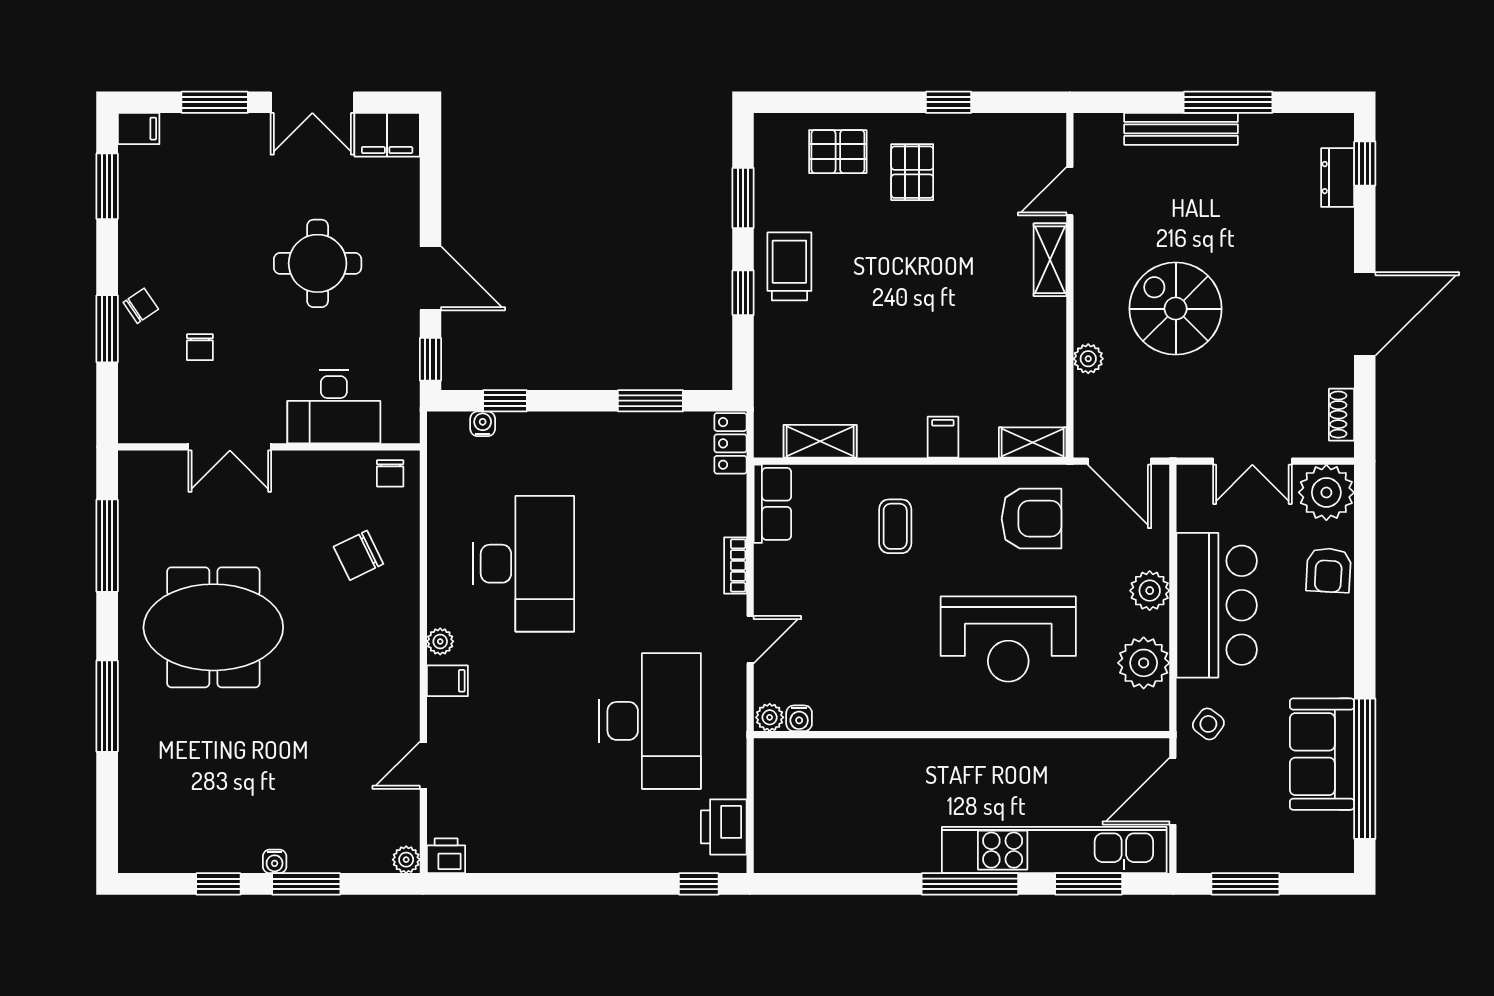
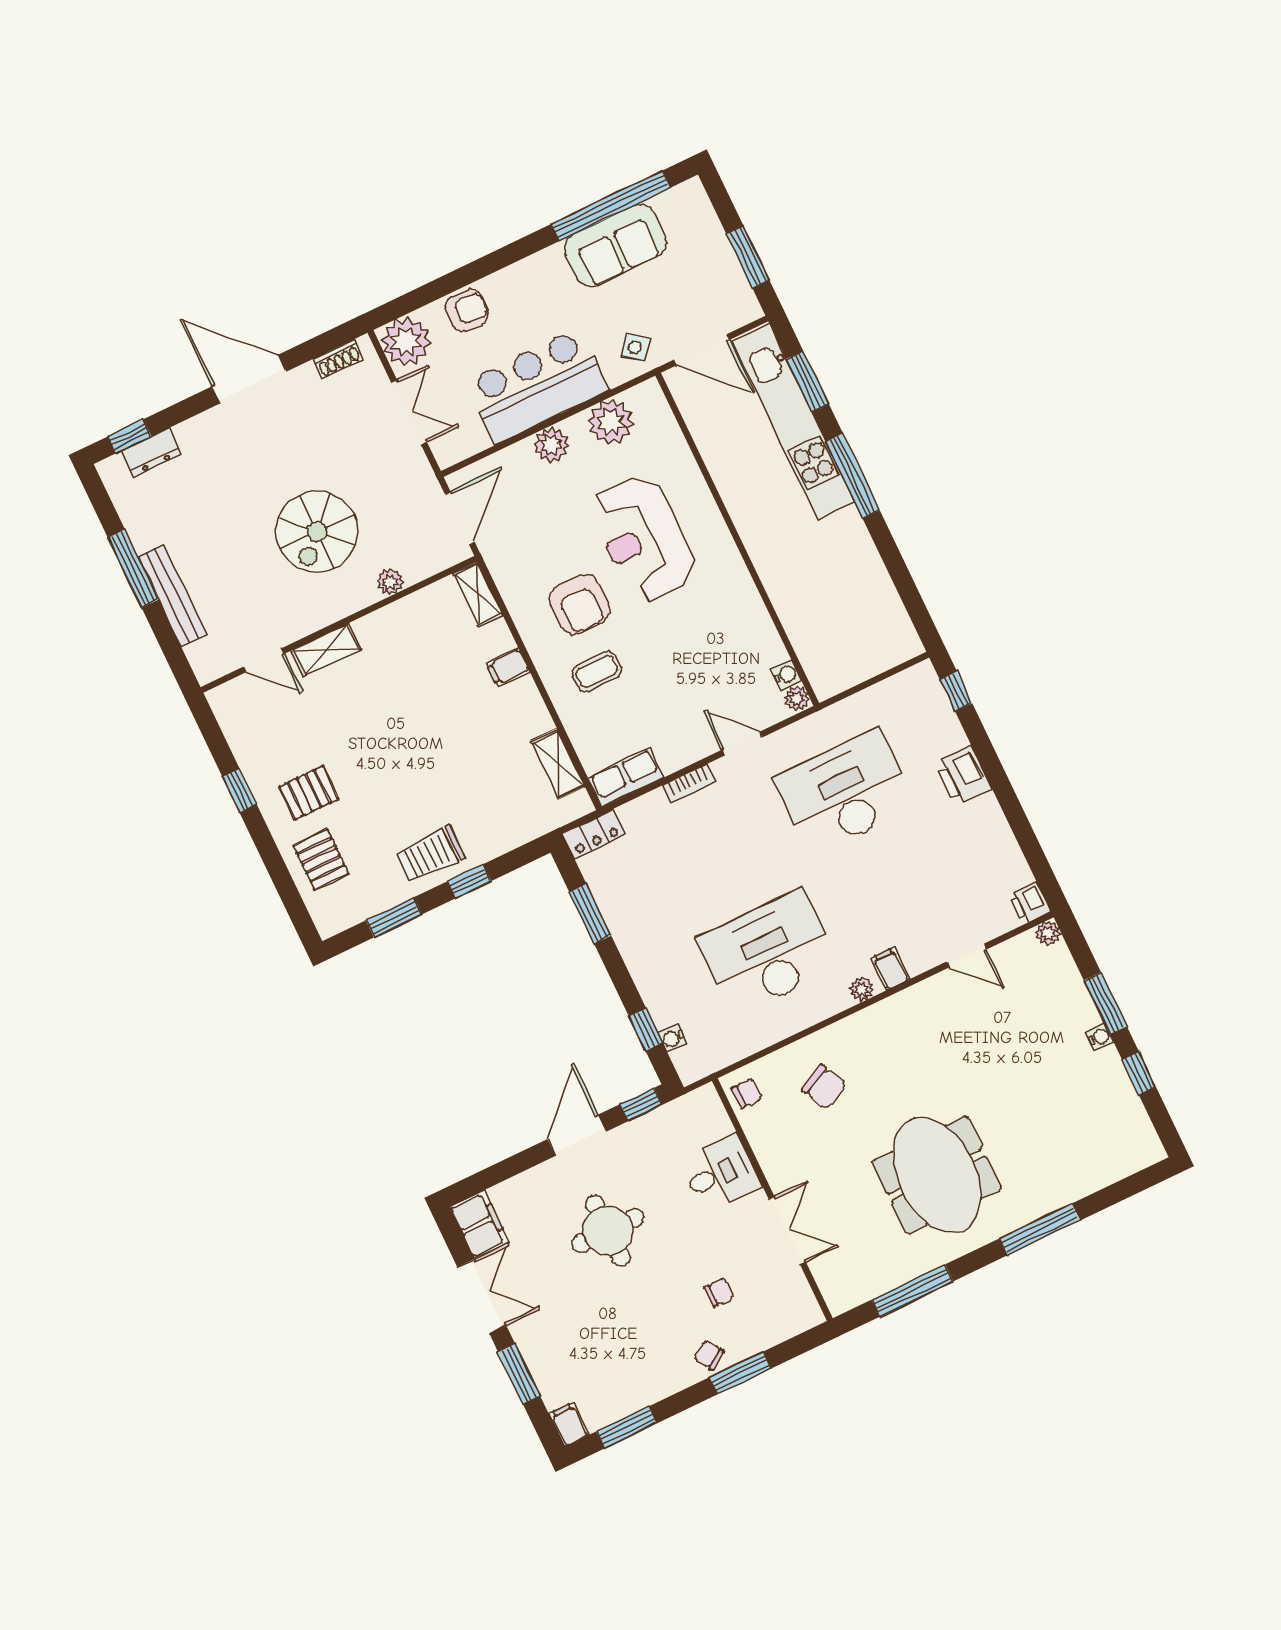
desk: (334, 407) -> (720, 1173), width x0.73
armchair: (1032, 519) -> (579, 605), moved, turned 180
reception desk: (1008, 639) -> (643, 539), turned 180
printer: (724, 827) -> (964, 776), moved, turned 90

